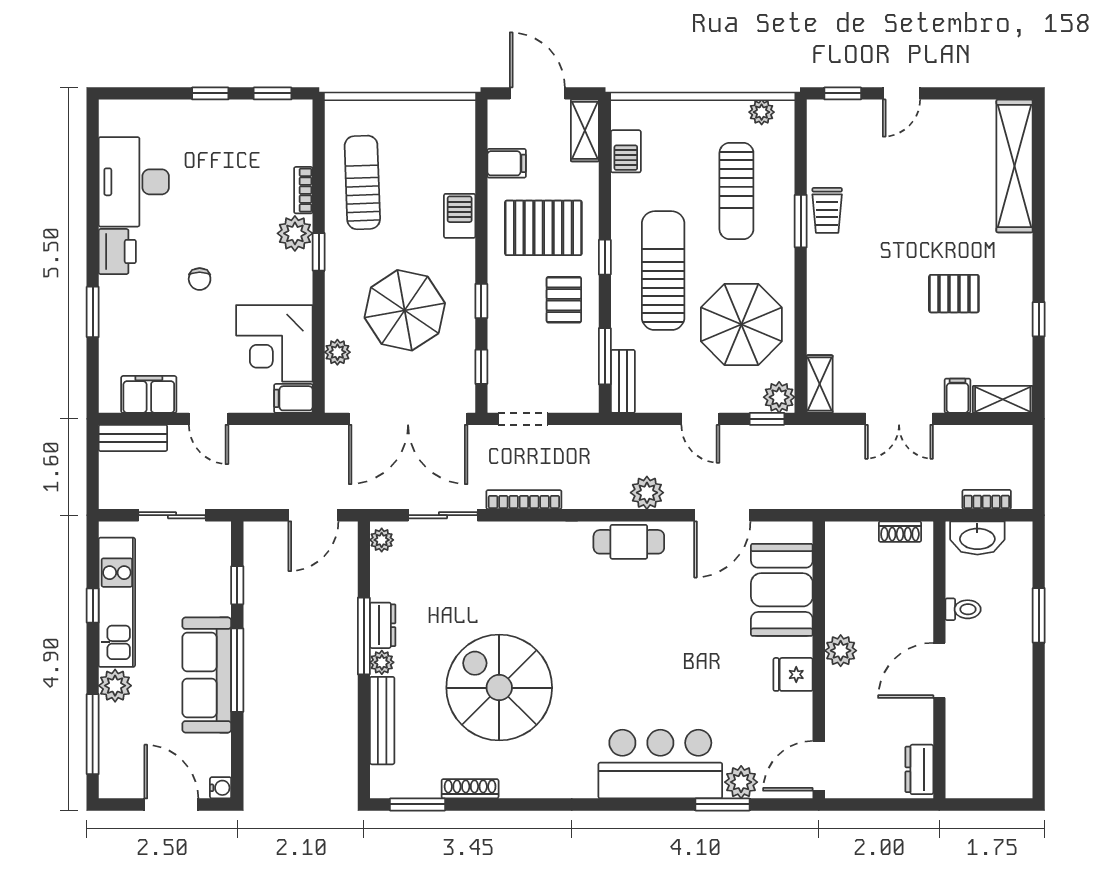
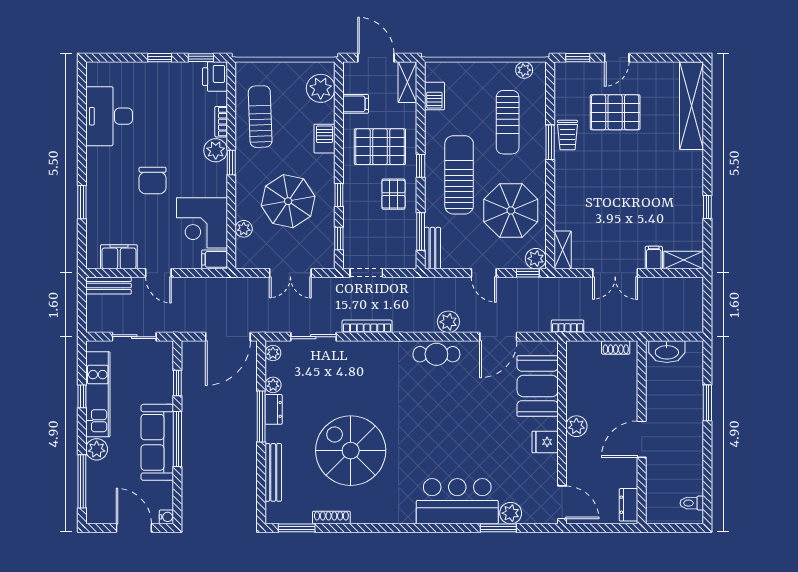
plant: (454, 140) -> (321, 88), added
printer: (117, 252) -> (215, 77), moved, turned 180
chair: (200, 279) -> (153, 180), width x1.87, depth x1.87
pallet: (954, 294) -> (615, 112), moved, width x1.50, depth x1.42
double door: (408, 419) -> (290, 273), width x0.54
bookcase: (987, 499) -> (568, 326), moved
door: (313, 515) -> (228, 337), width x1.36
toilet: (963, 609) -> (692, 503), moved, turned 180
plant: (382, 662) -> (273, 385), moved
door: (819, 766) -> (562, 502), swing flipped

